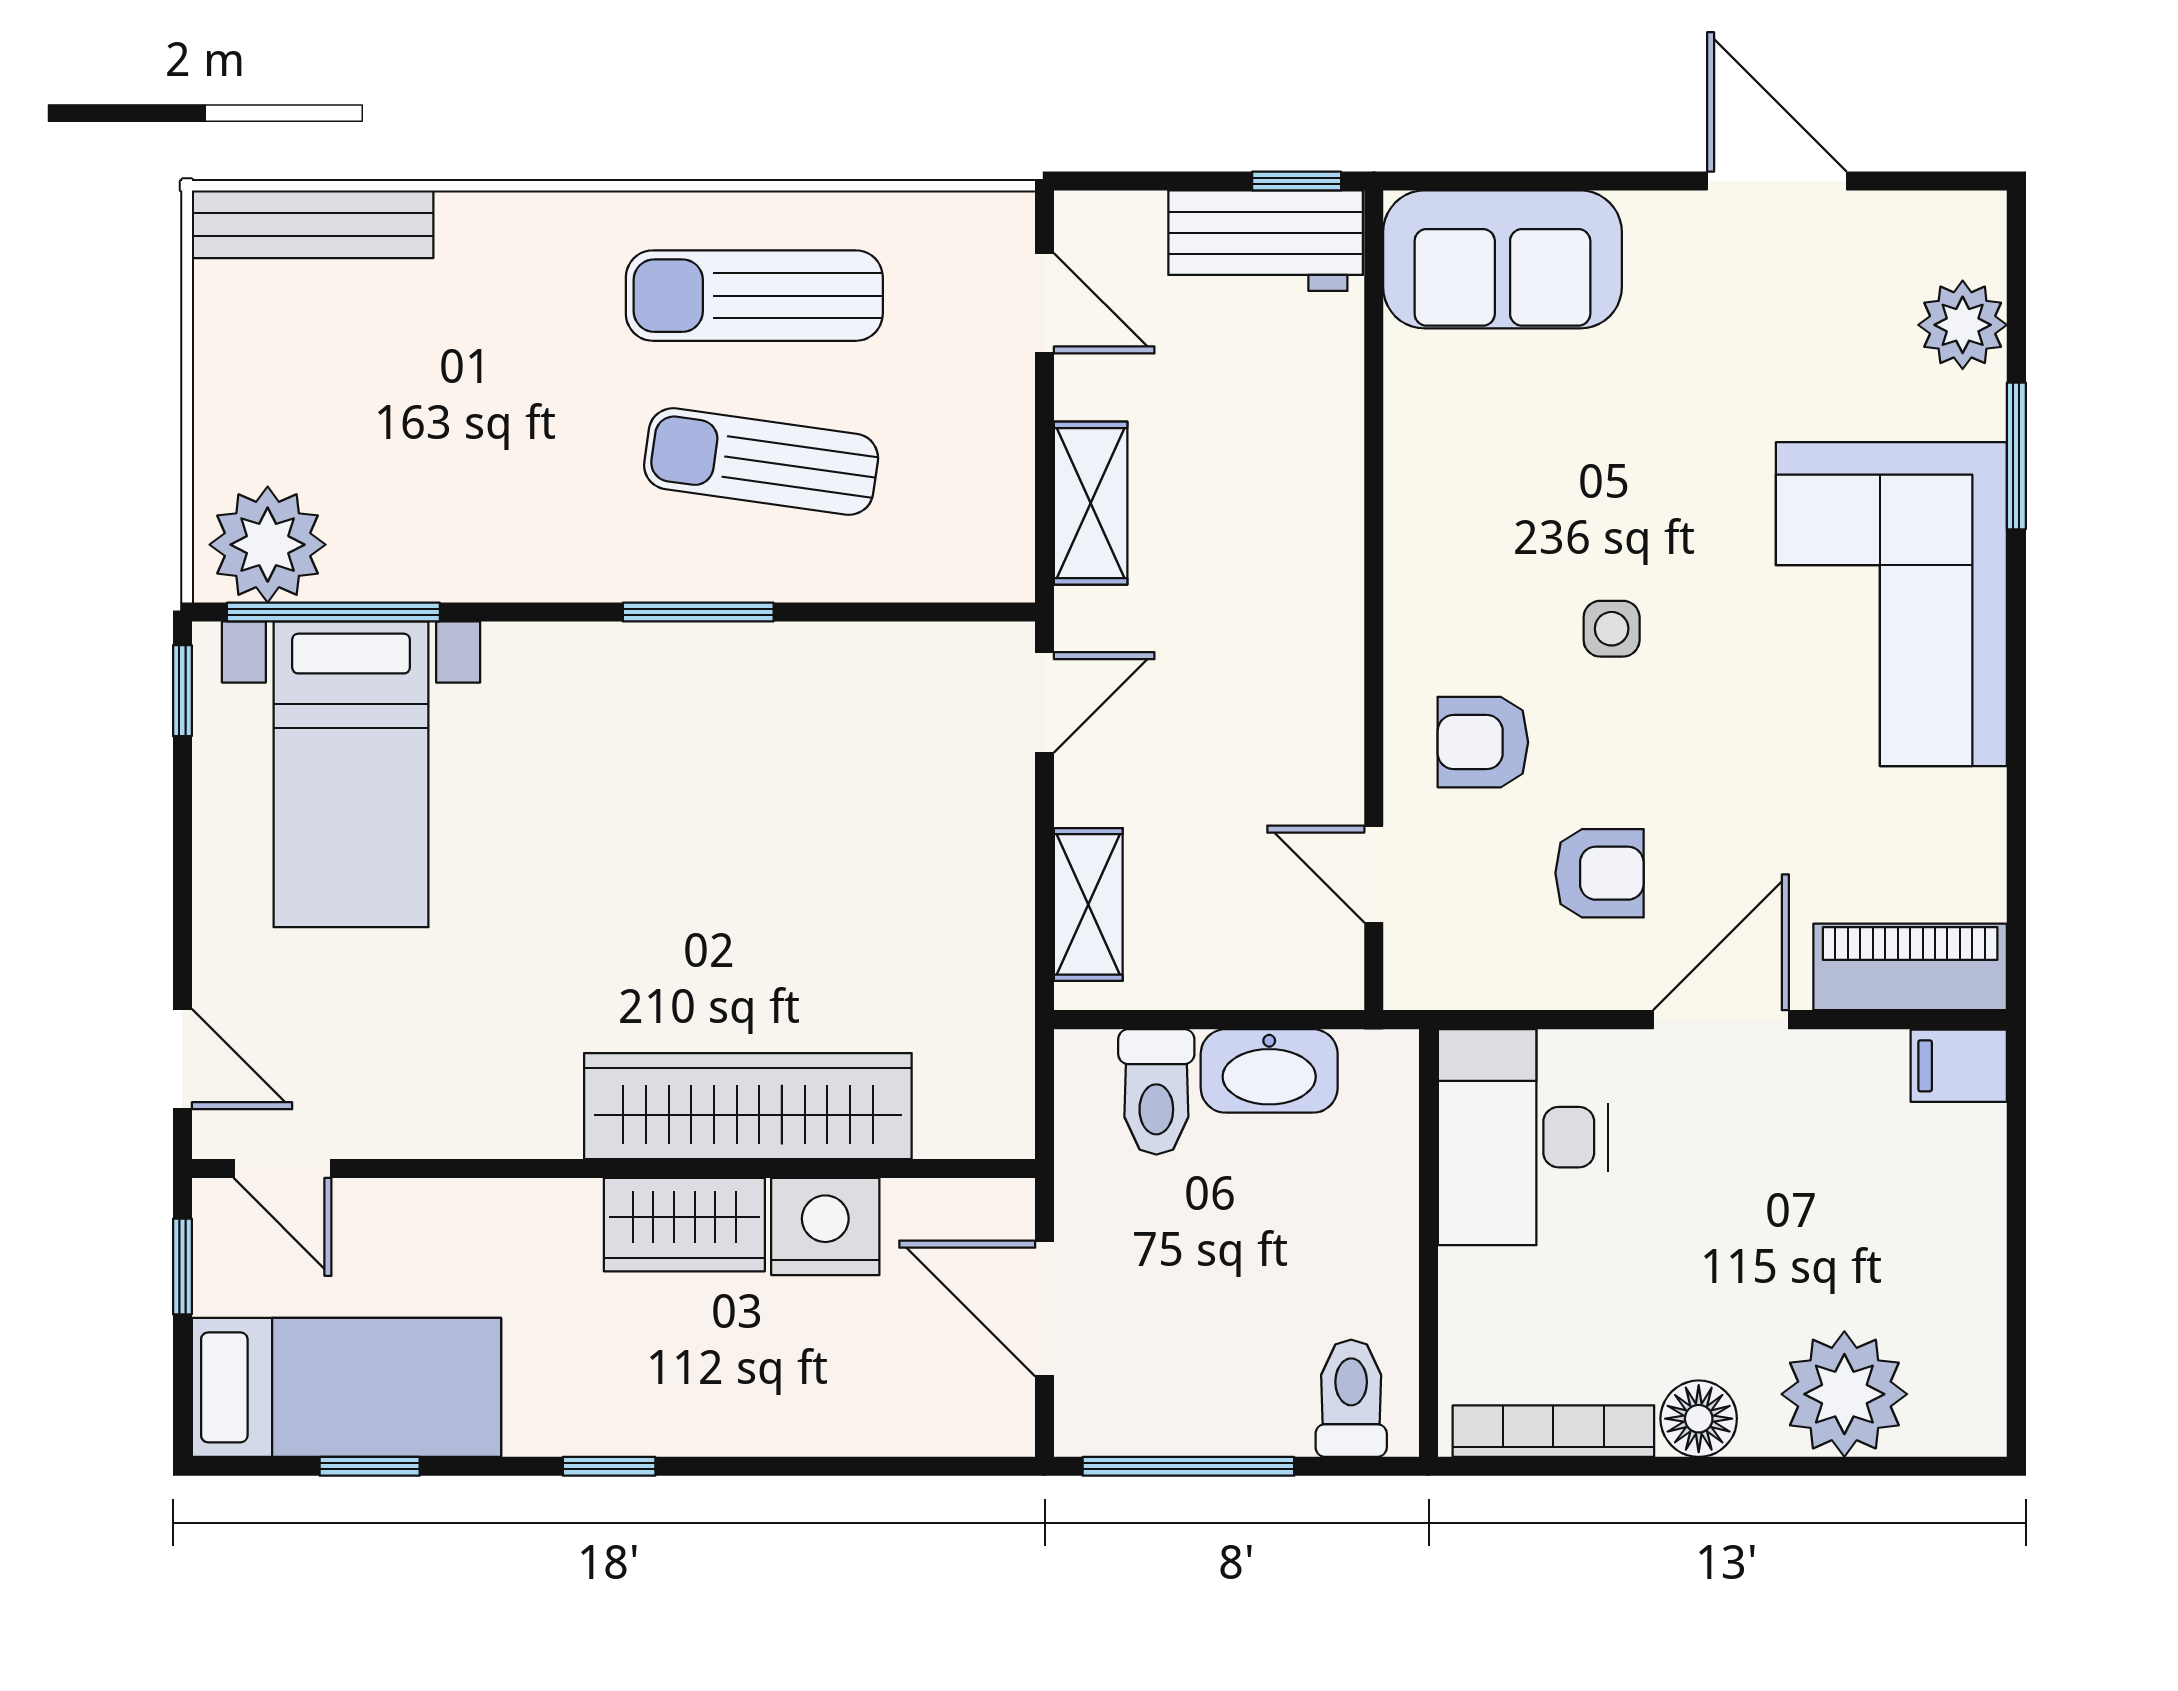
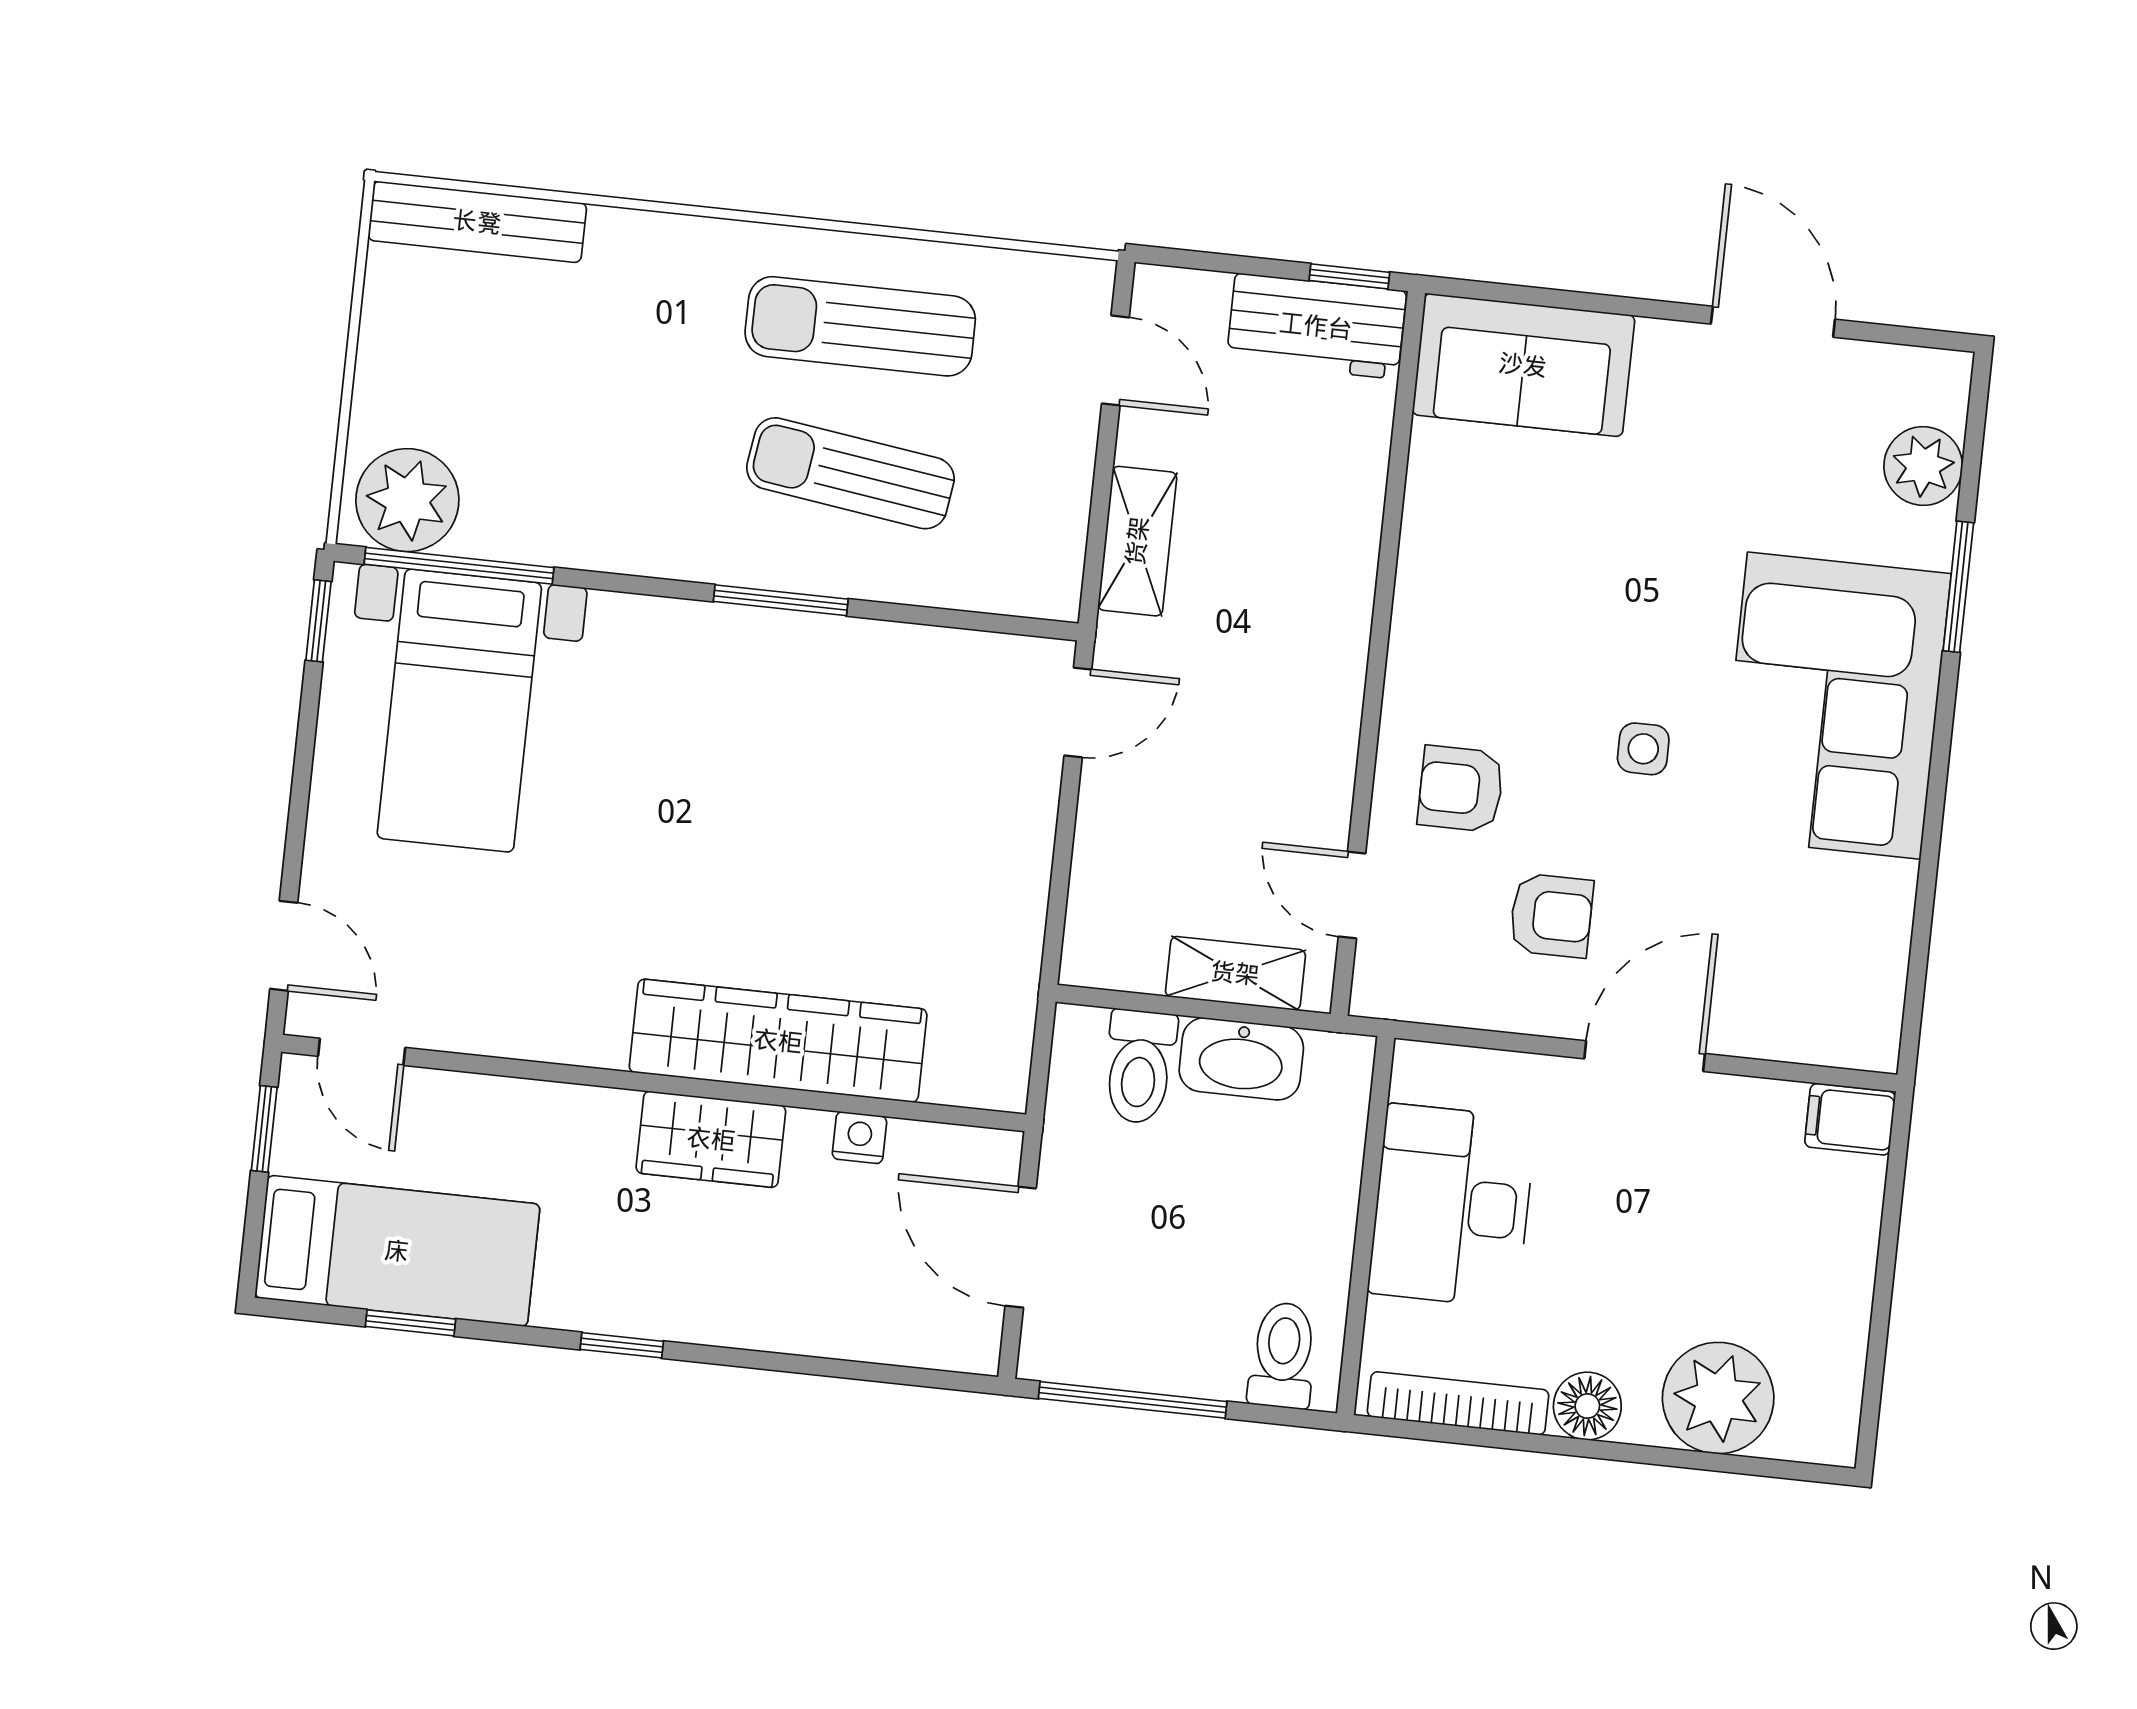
side table: (1612, 629) -> (1643, 749), moved
shelving: (1088, 904) -> (1235, 973), moved, turned 90
piano: (1910, 967) -> (1816, 1027), removed
desk: (1523, 1137) -> (1452, 1206), moved
nightstand: (825, 1226) -> (859, 1138), width x0.53, depth x0.56

